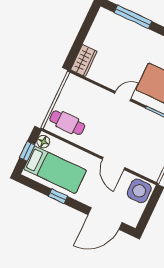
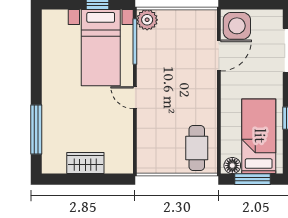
wardrobe: (84, 60) -> (85, 163), moved
window: (27, 151) -> (252, 179), width x1.50
door: (114, 163) -> (219, 56), moved

